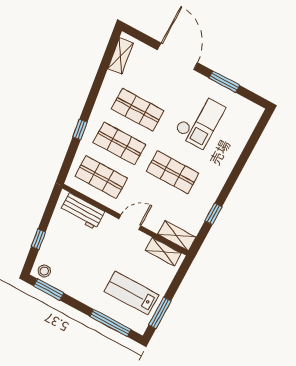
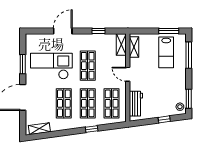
checkout: (200, 121) -> (51, 66), width x1.36, depth x1.21
door: (241, 164) -> (63, 31), added

